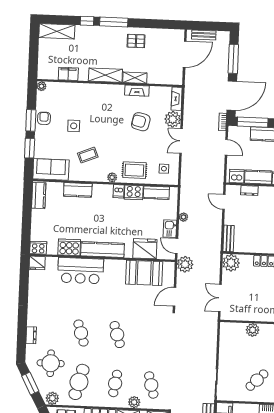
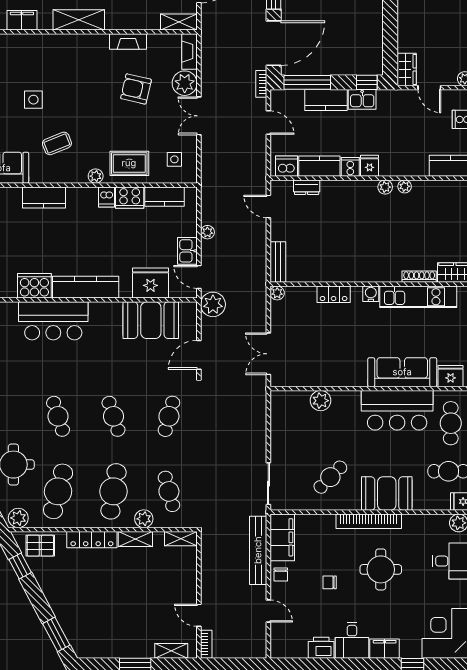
shelving: (135, 78) -> (179, 22), moved
plant: (231, 263) -> (277, 293), width x0.53, depth x0.53
cafe table: (153, 336) -> (169, 416), added
cafe table: (115, 383) -> (113, 491), width x1.37, depth x1.35

